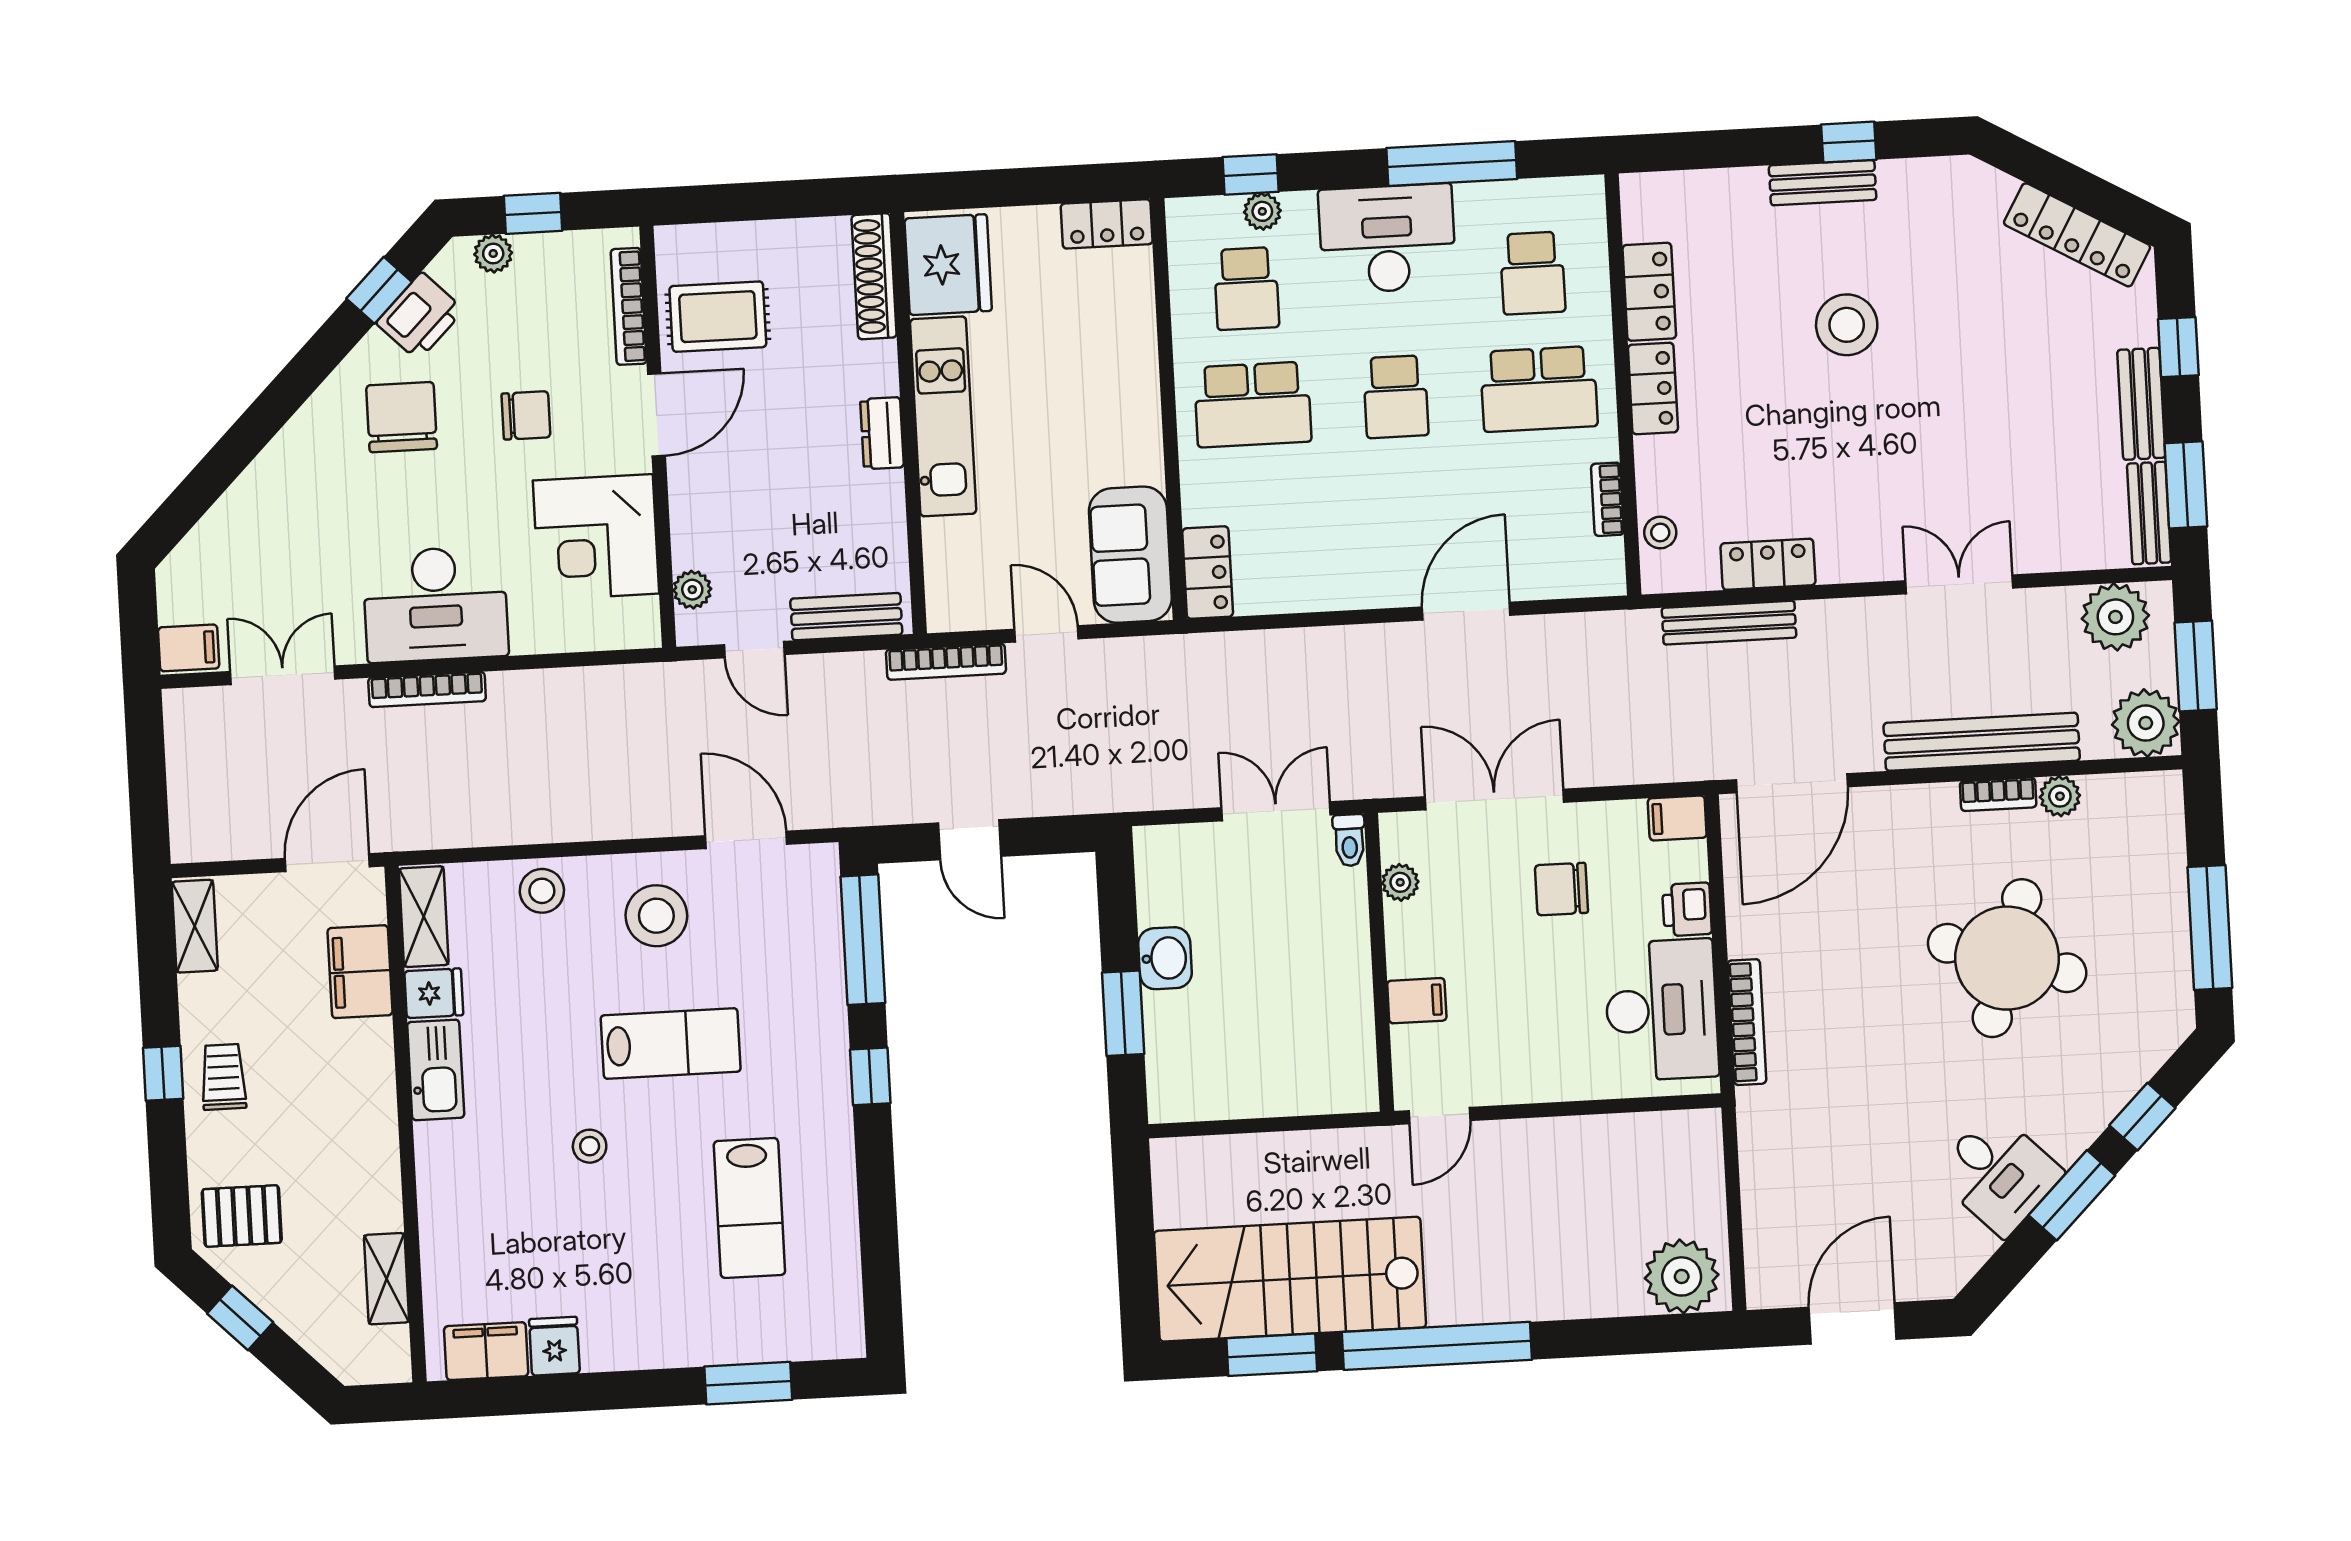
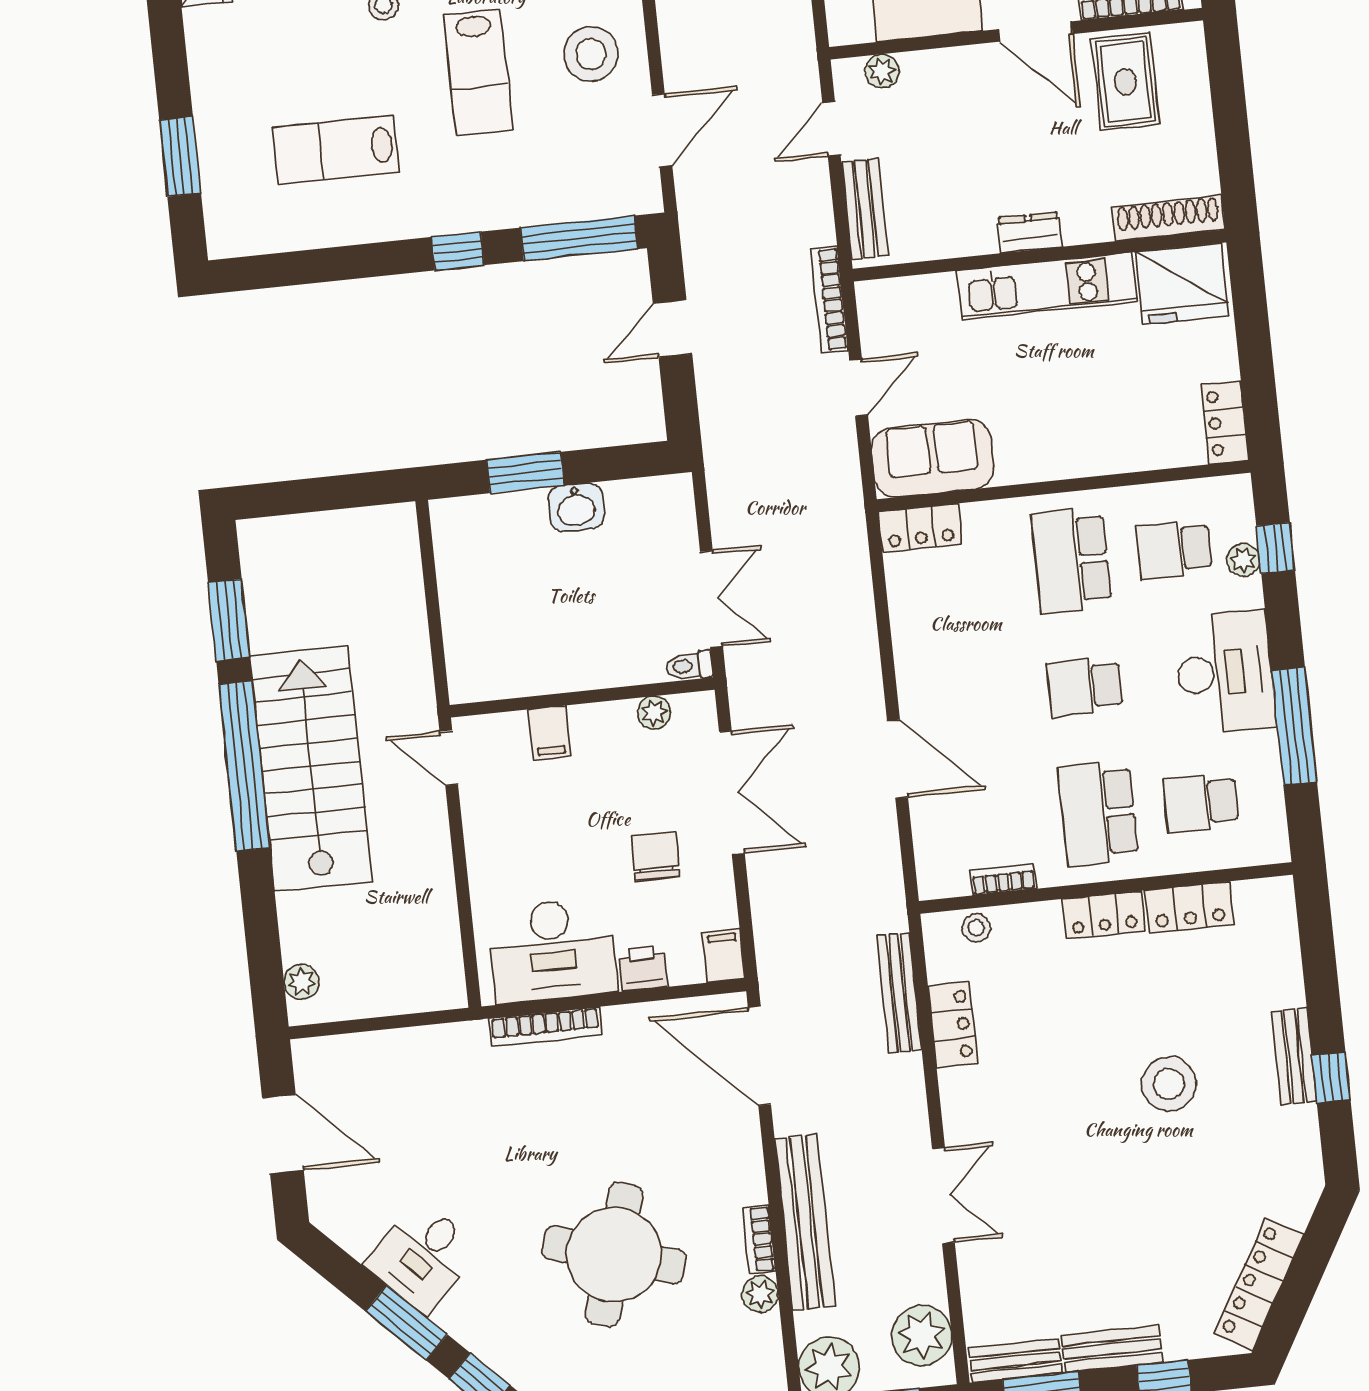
plant: (1682, 1276) -> (302, 982), width x0.53, depth x0.53
stairs: (1290, 1279) -> (311, 769), moved

